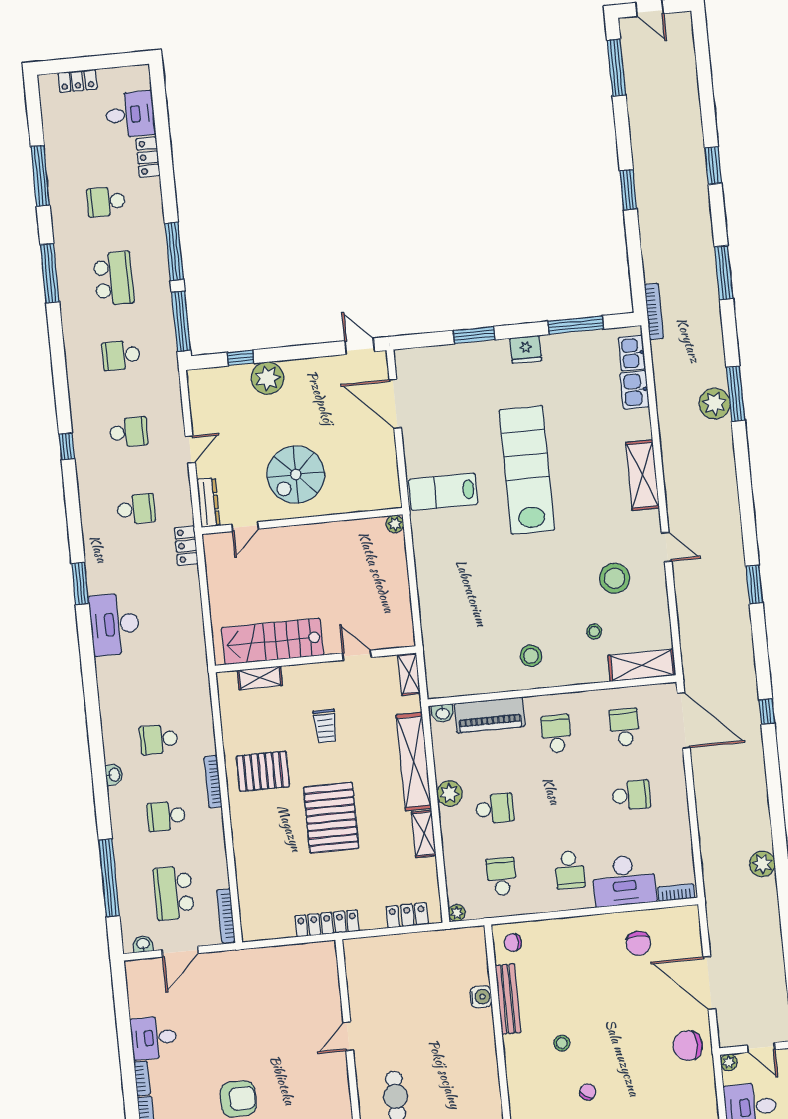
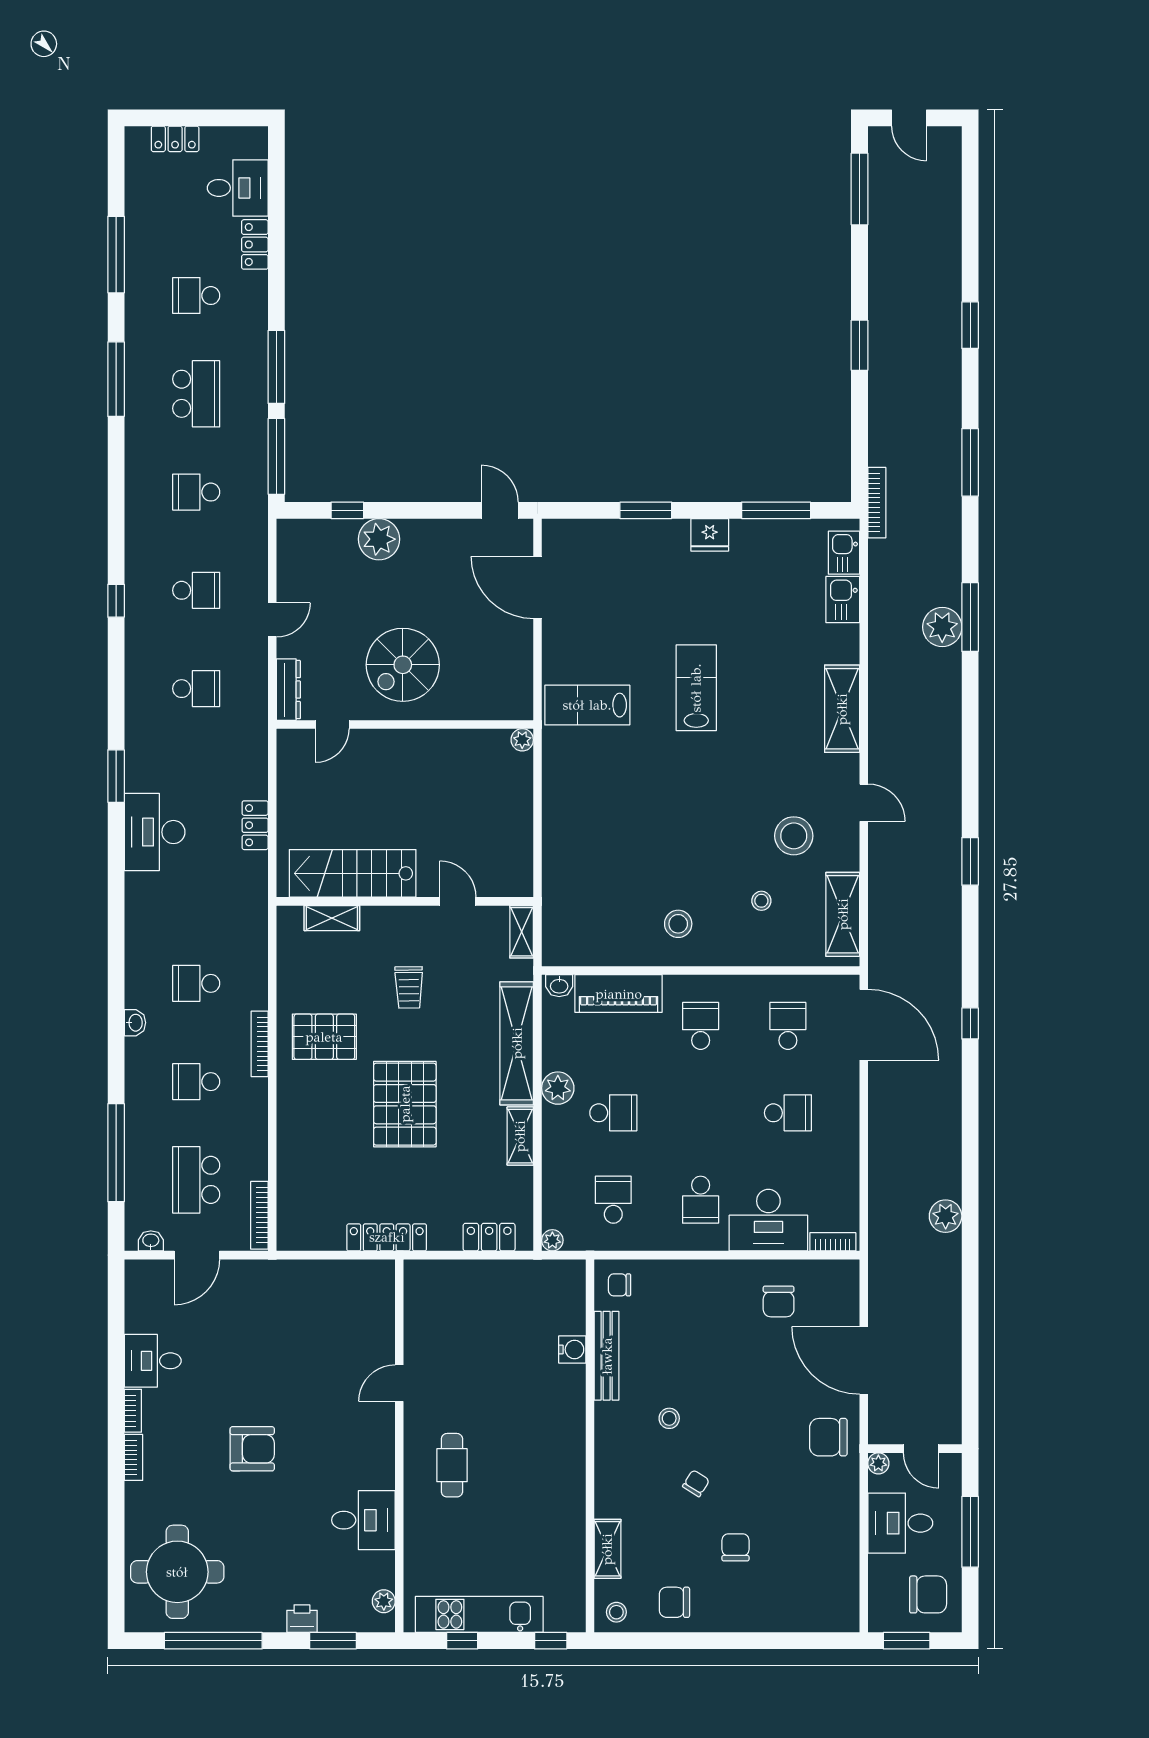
lab bench: (527, 470) -> (696, 688), width x0.54, depth x0.72
locker: (186, 546) -> (255, 825), moved
shelving: (642, 665) -> (843, 914), moved, turned 90

